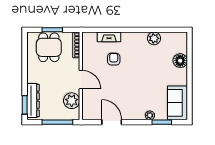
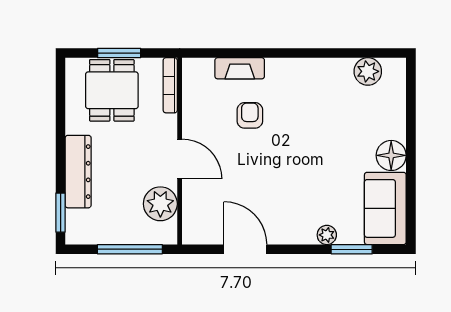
plant: (154, 38) -> (368, 71), moved
floor lamp: (180, 61) -> (391, 155), moved
dresser: (33, 101) -> (78, 172), moved

